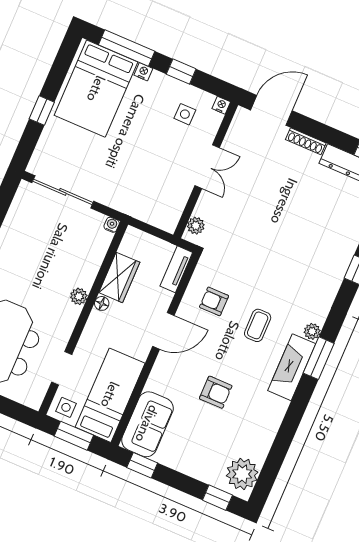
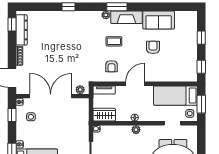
window: (181, 71) -> (12, 115), moved
double door: (207, 167) -> (51, 96), width x1.87
wardrobe: (119, 277) -> (104, 115), moved
door: (163, 331) -> (135, 84), hinge flipped
sofa: (147, 424) -> (159, 20), moved, turned 180
plant: (242, 474) -> (185, 19), removed
window: (217, 498) -> (201, 38), moved

